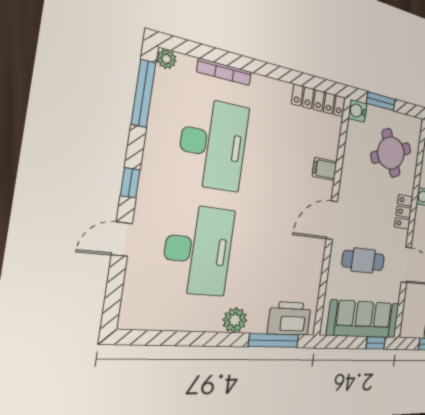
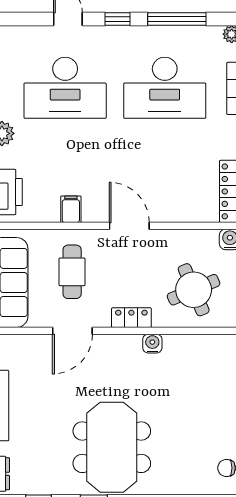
window: (143, 93) -> (177, 19), moved
filing cabinet: (325, 169) -> (71, 209), moved
door: (332, 220) -> (129, 226), moved

